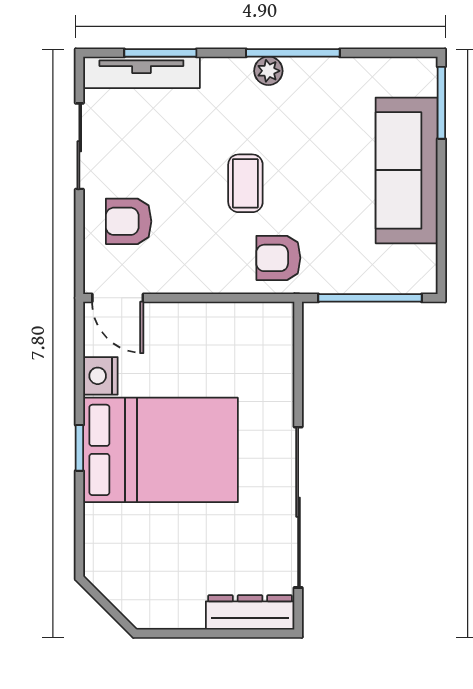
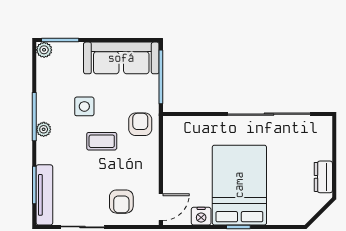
plant: (422, 72) -> (44, 50), added
side table: (313, 150) -> (84, 106), added
sofa: (407, 170) -> (121, 58), moved
armchair: (278, 258) -> (140, 124), turned 180
dresser: (250, 612) -> (323, 177), moved, width x0.70

